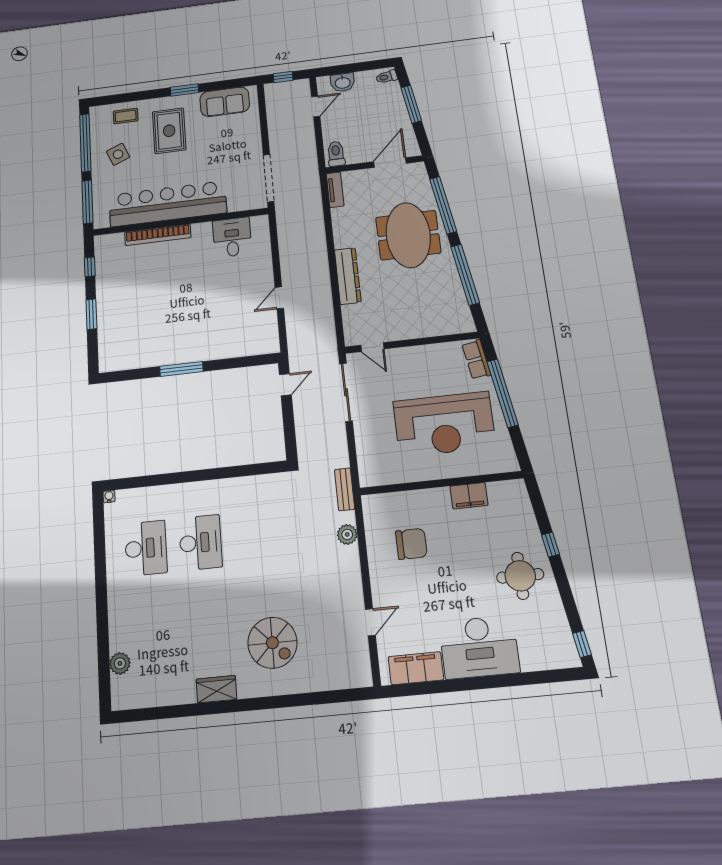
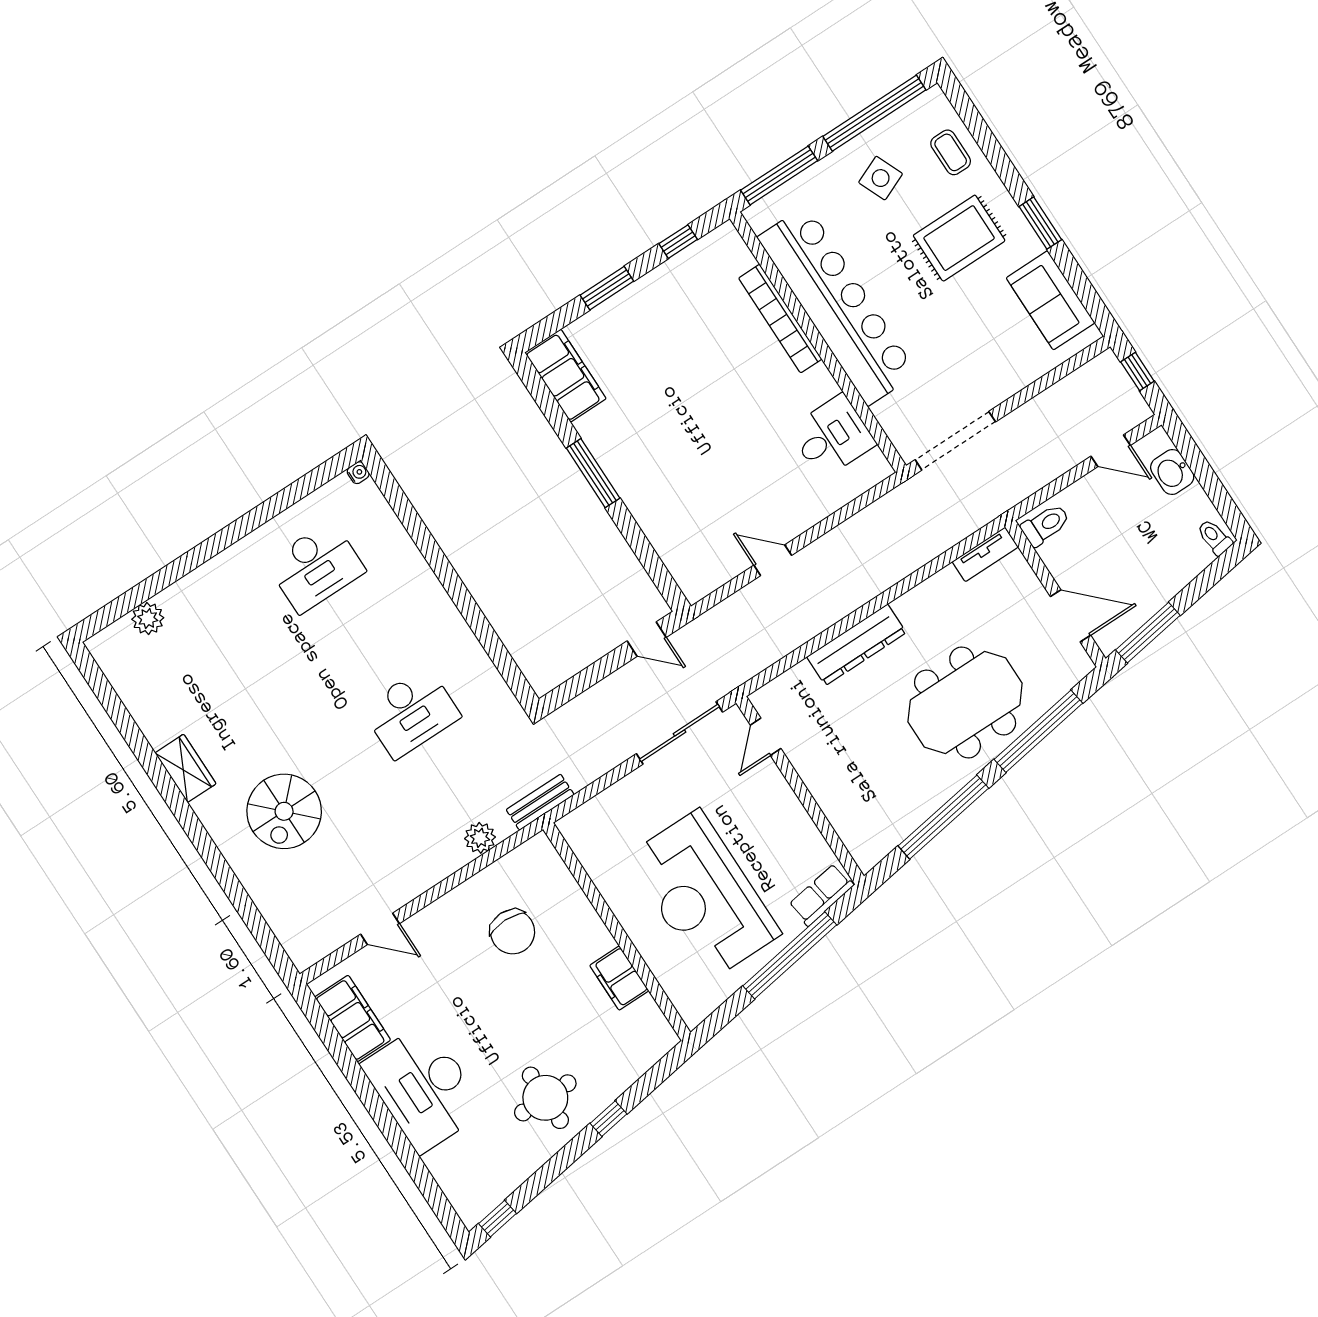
window: (411, 104) -> (1148, 633), moved
filing cabinet: (123, 358) -> (566, 376), added
desk: (200, 542) -> (411, 712), moved

